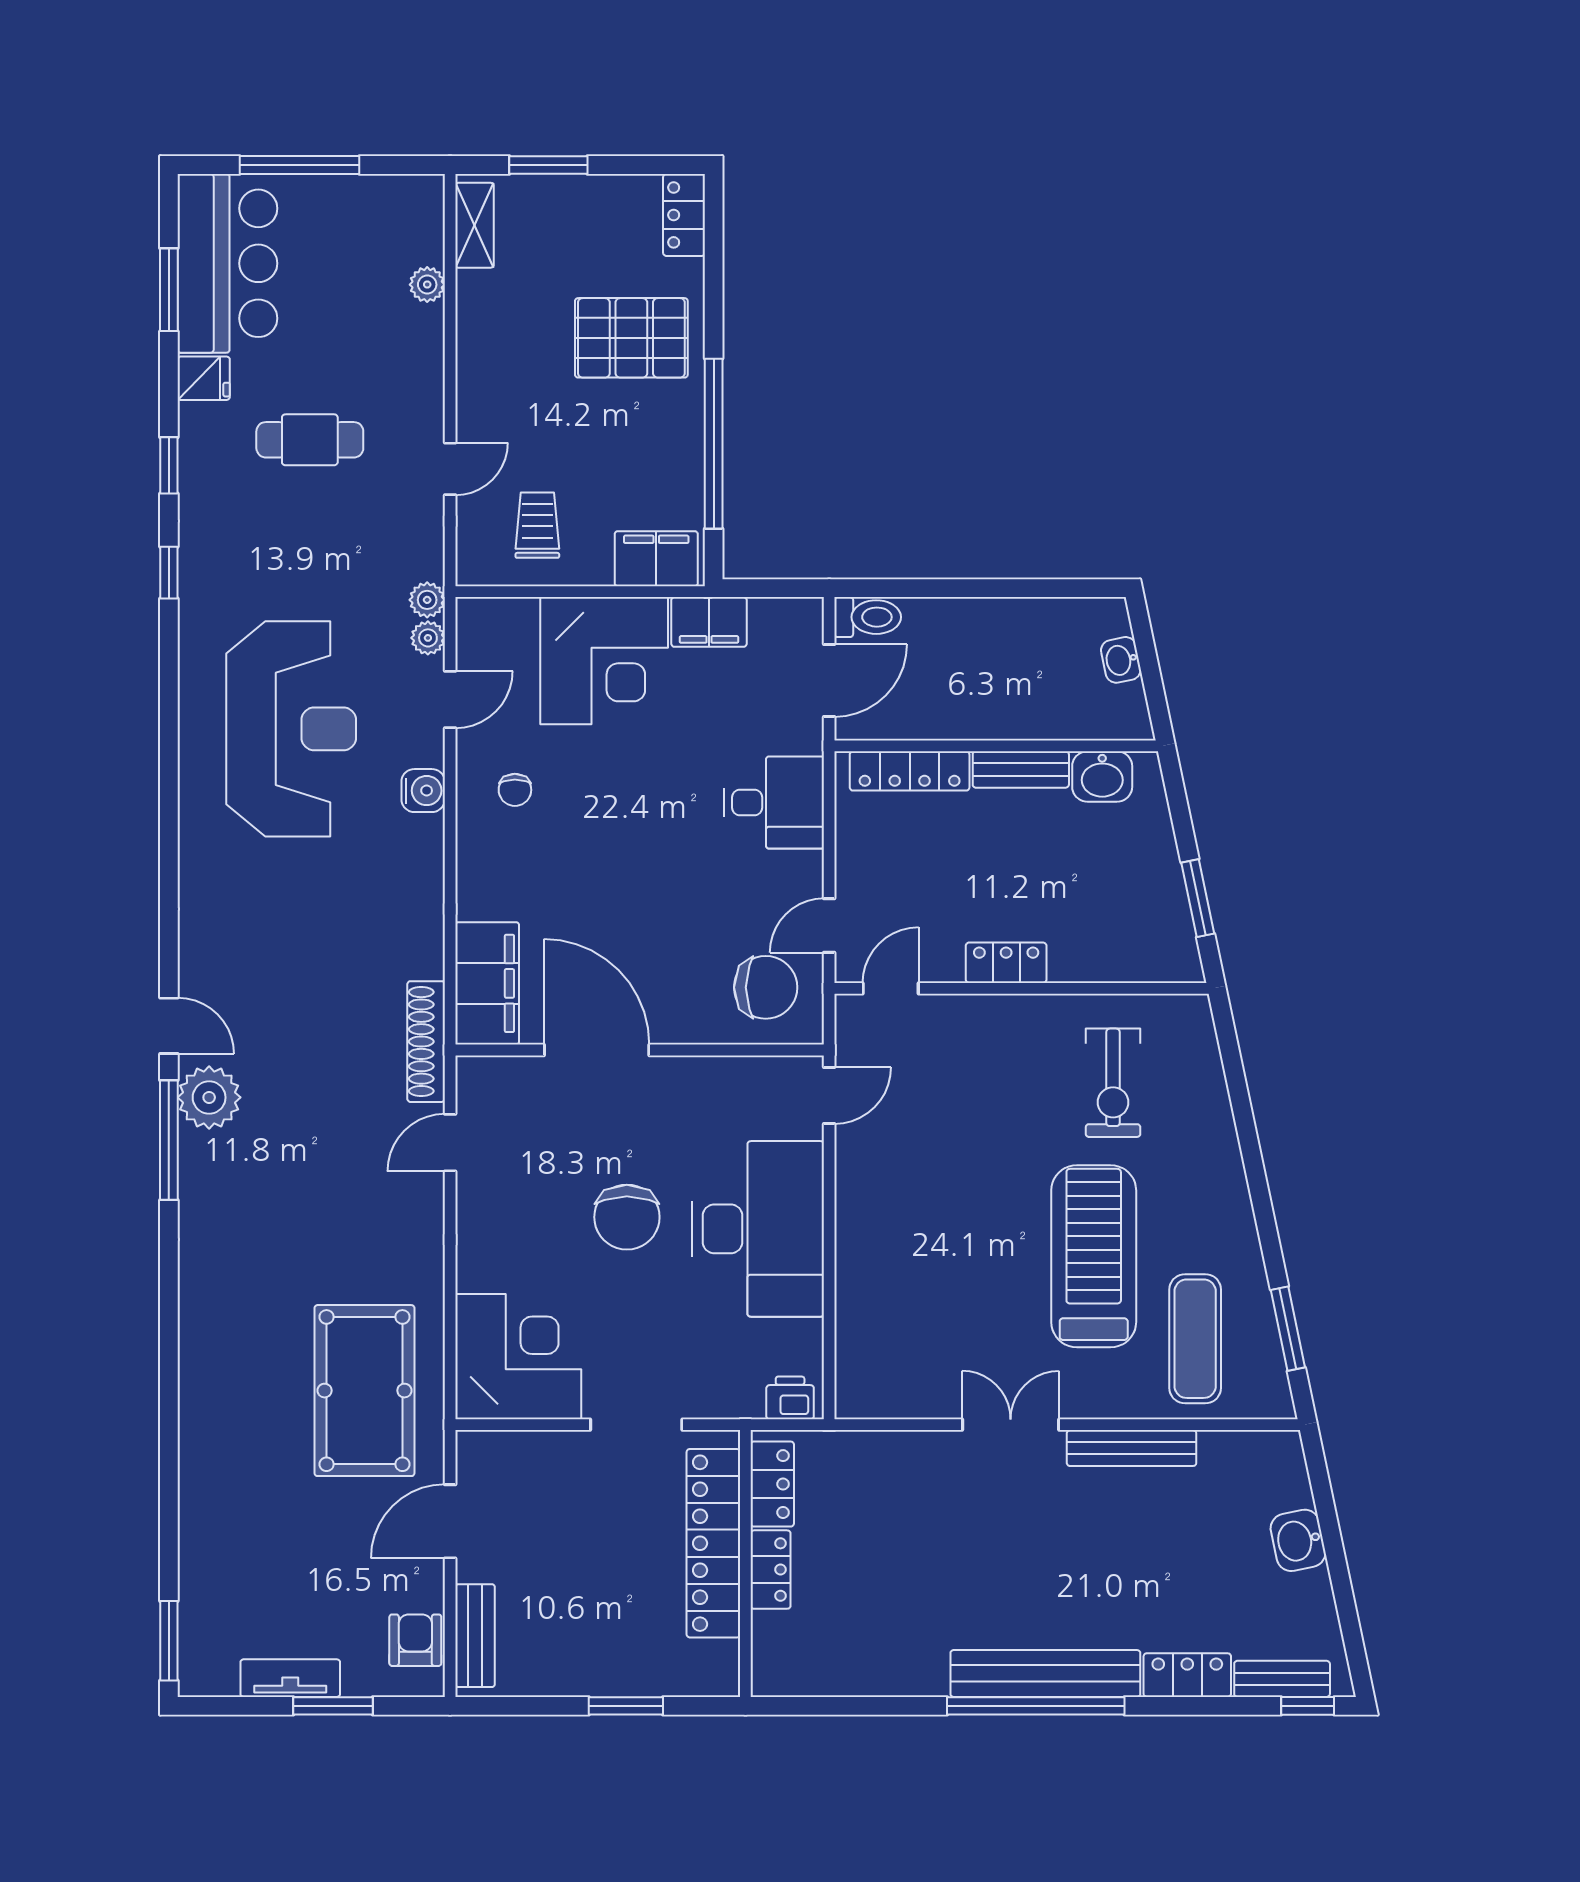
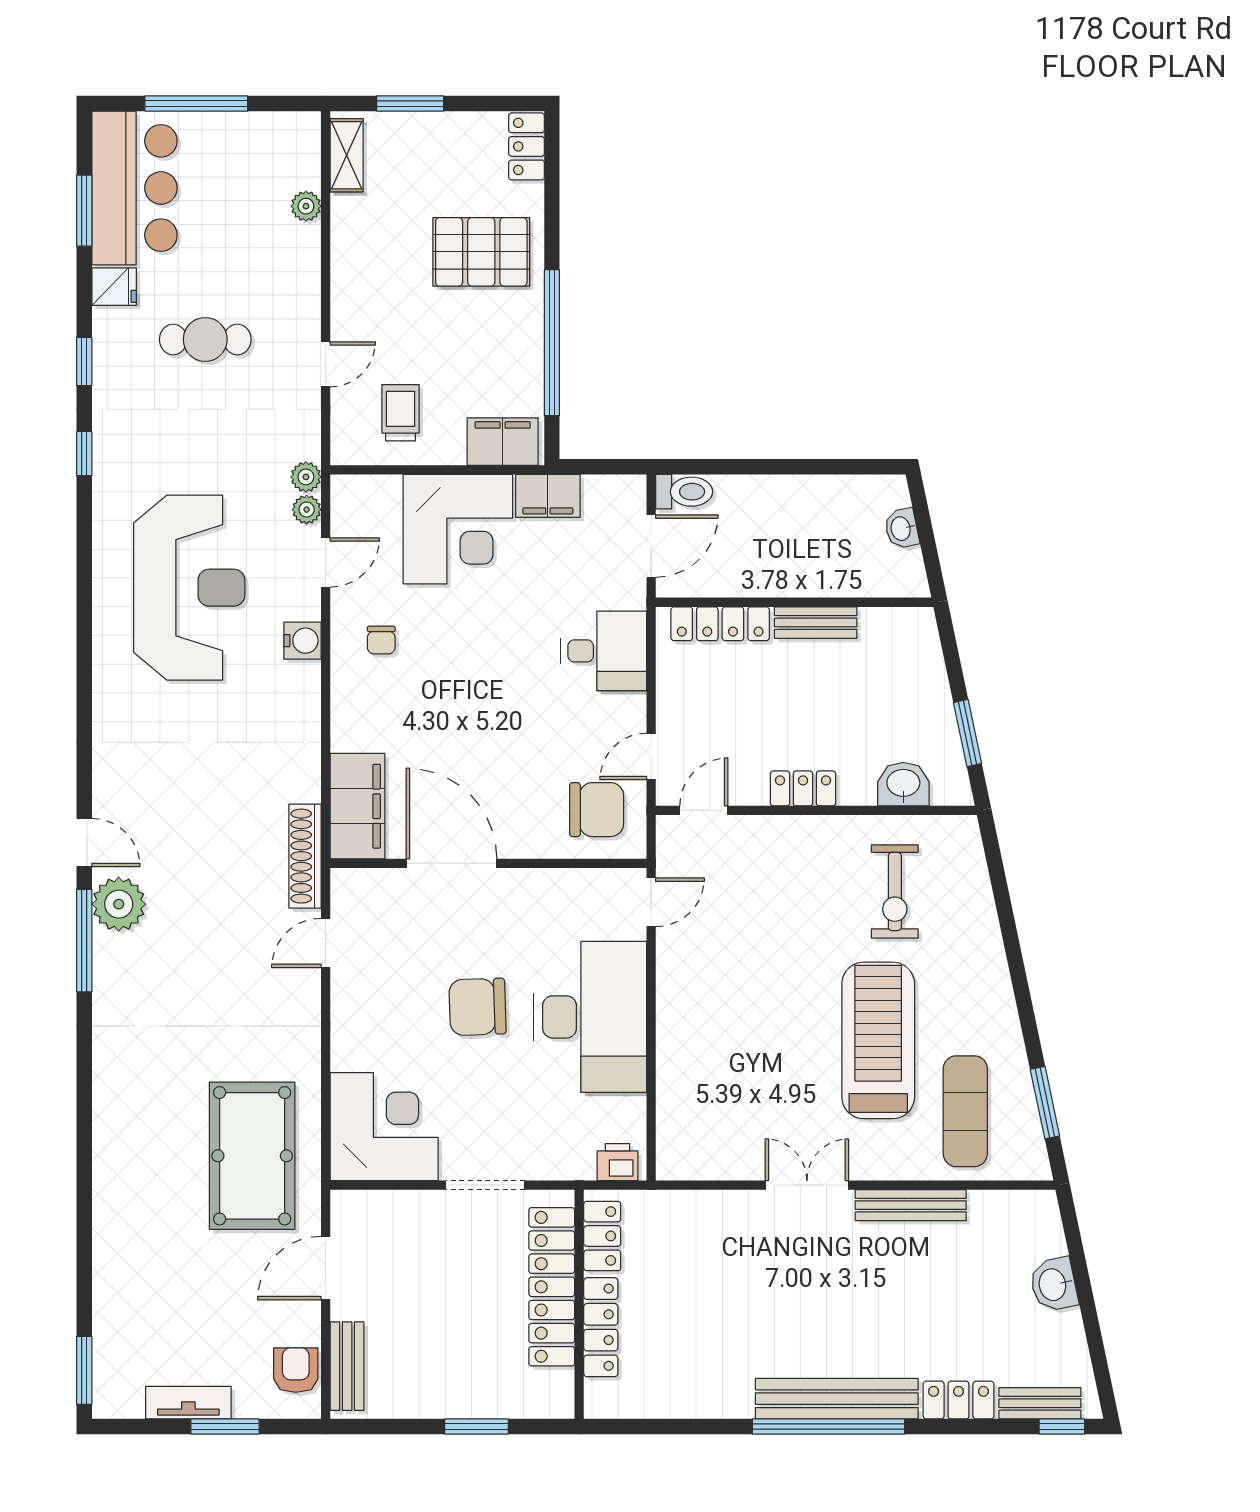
washbasin: (1102, 777) -> (903, 784), moved, turned 180
chair: (627, 1217) -> (477, 1007), turned 88
locker: (771, 1570) -> (601, 1327), width x1.53

